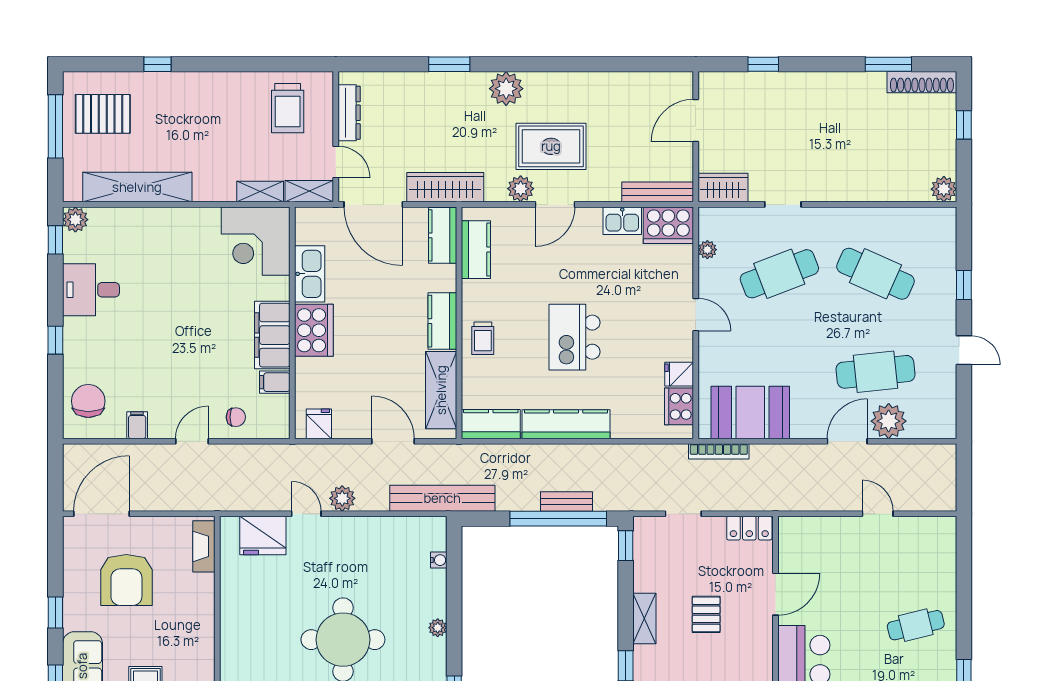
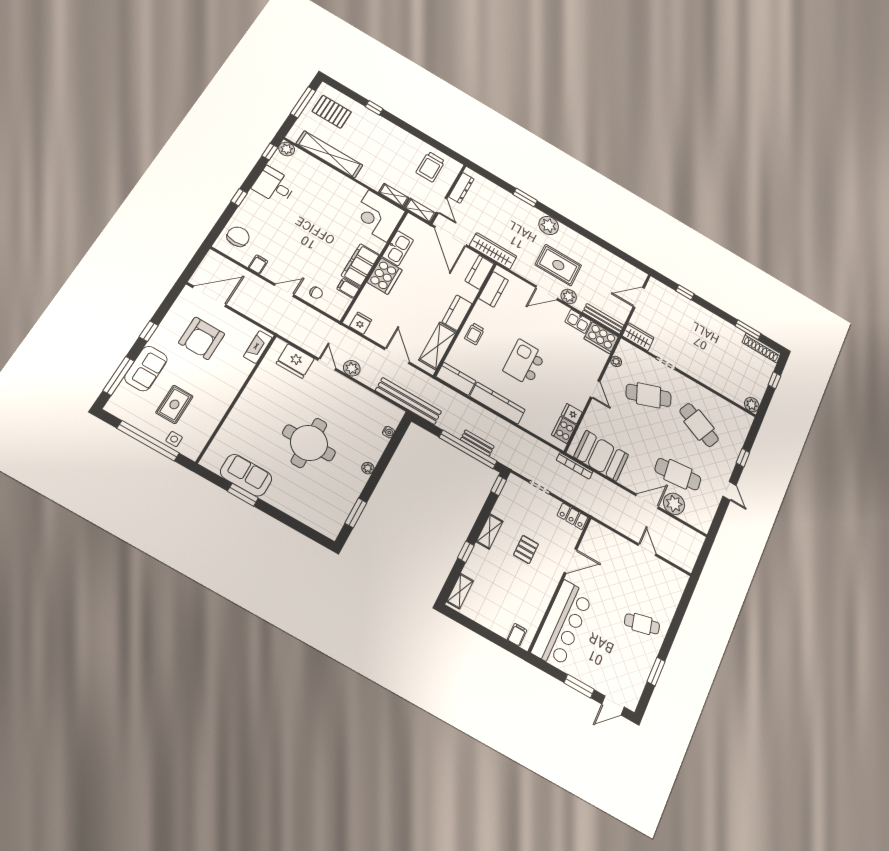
plant: (521, 189) -> (569, 297), moved

